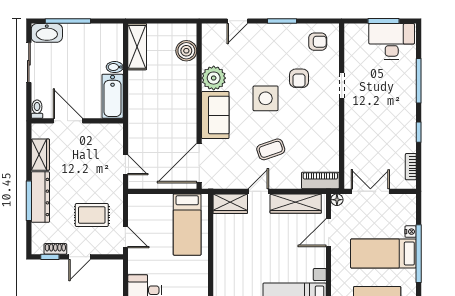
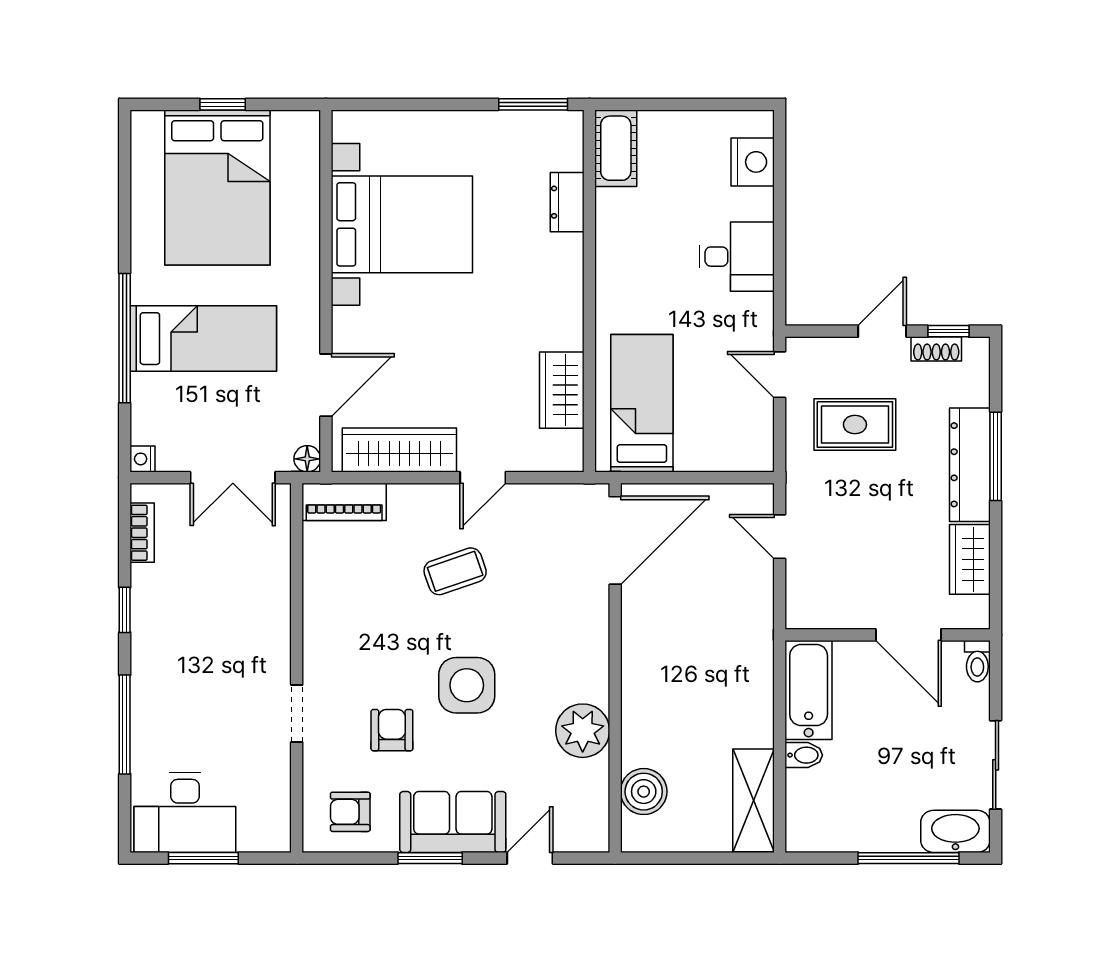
sofa: (215, 115) -> (453, 822), moved, turned 90
wardrobe: (230, 204) -> (562, 390), moved, turned -90
nightstand: (411, 232) -> (143, 459), moved

